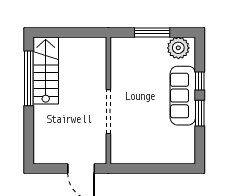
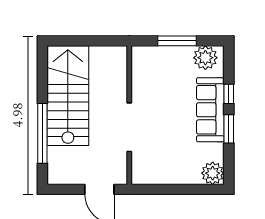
stairs: (46, 70) -> (68, 96), width x1.36, depth x1.51
window: (29, 78) -> (42, 133), moved
plant: (185, 154) -> (213, 173), added

